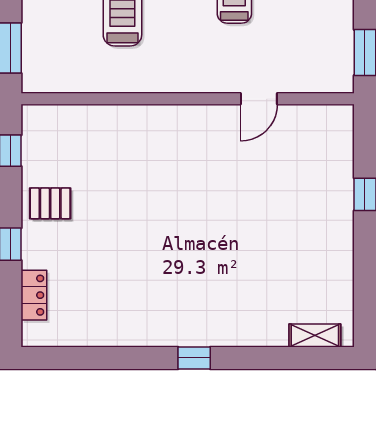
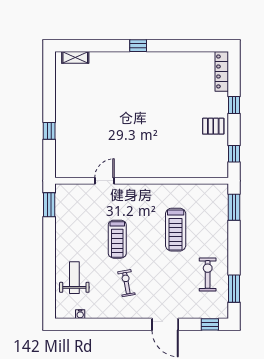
locker: (34, 295) -> (222, 71), width x1.53

